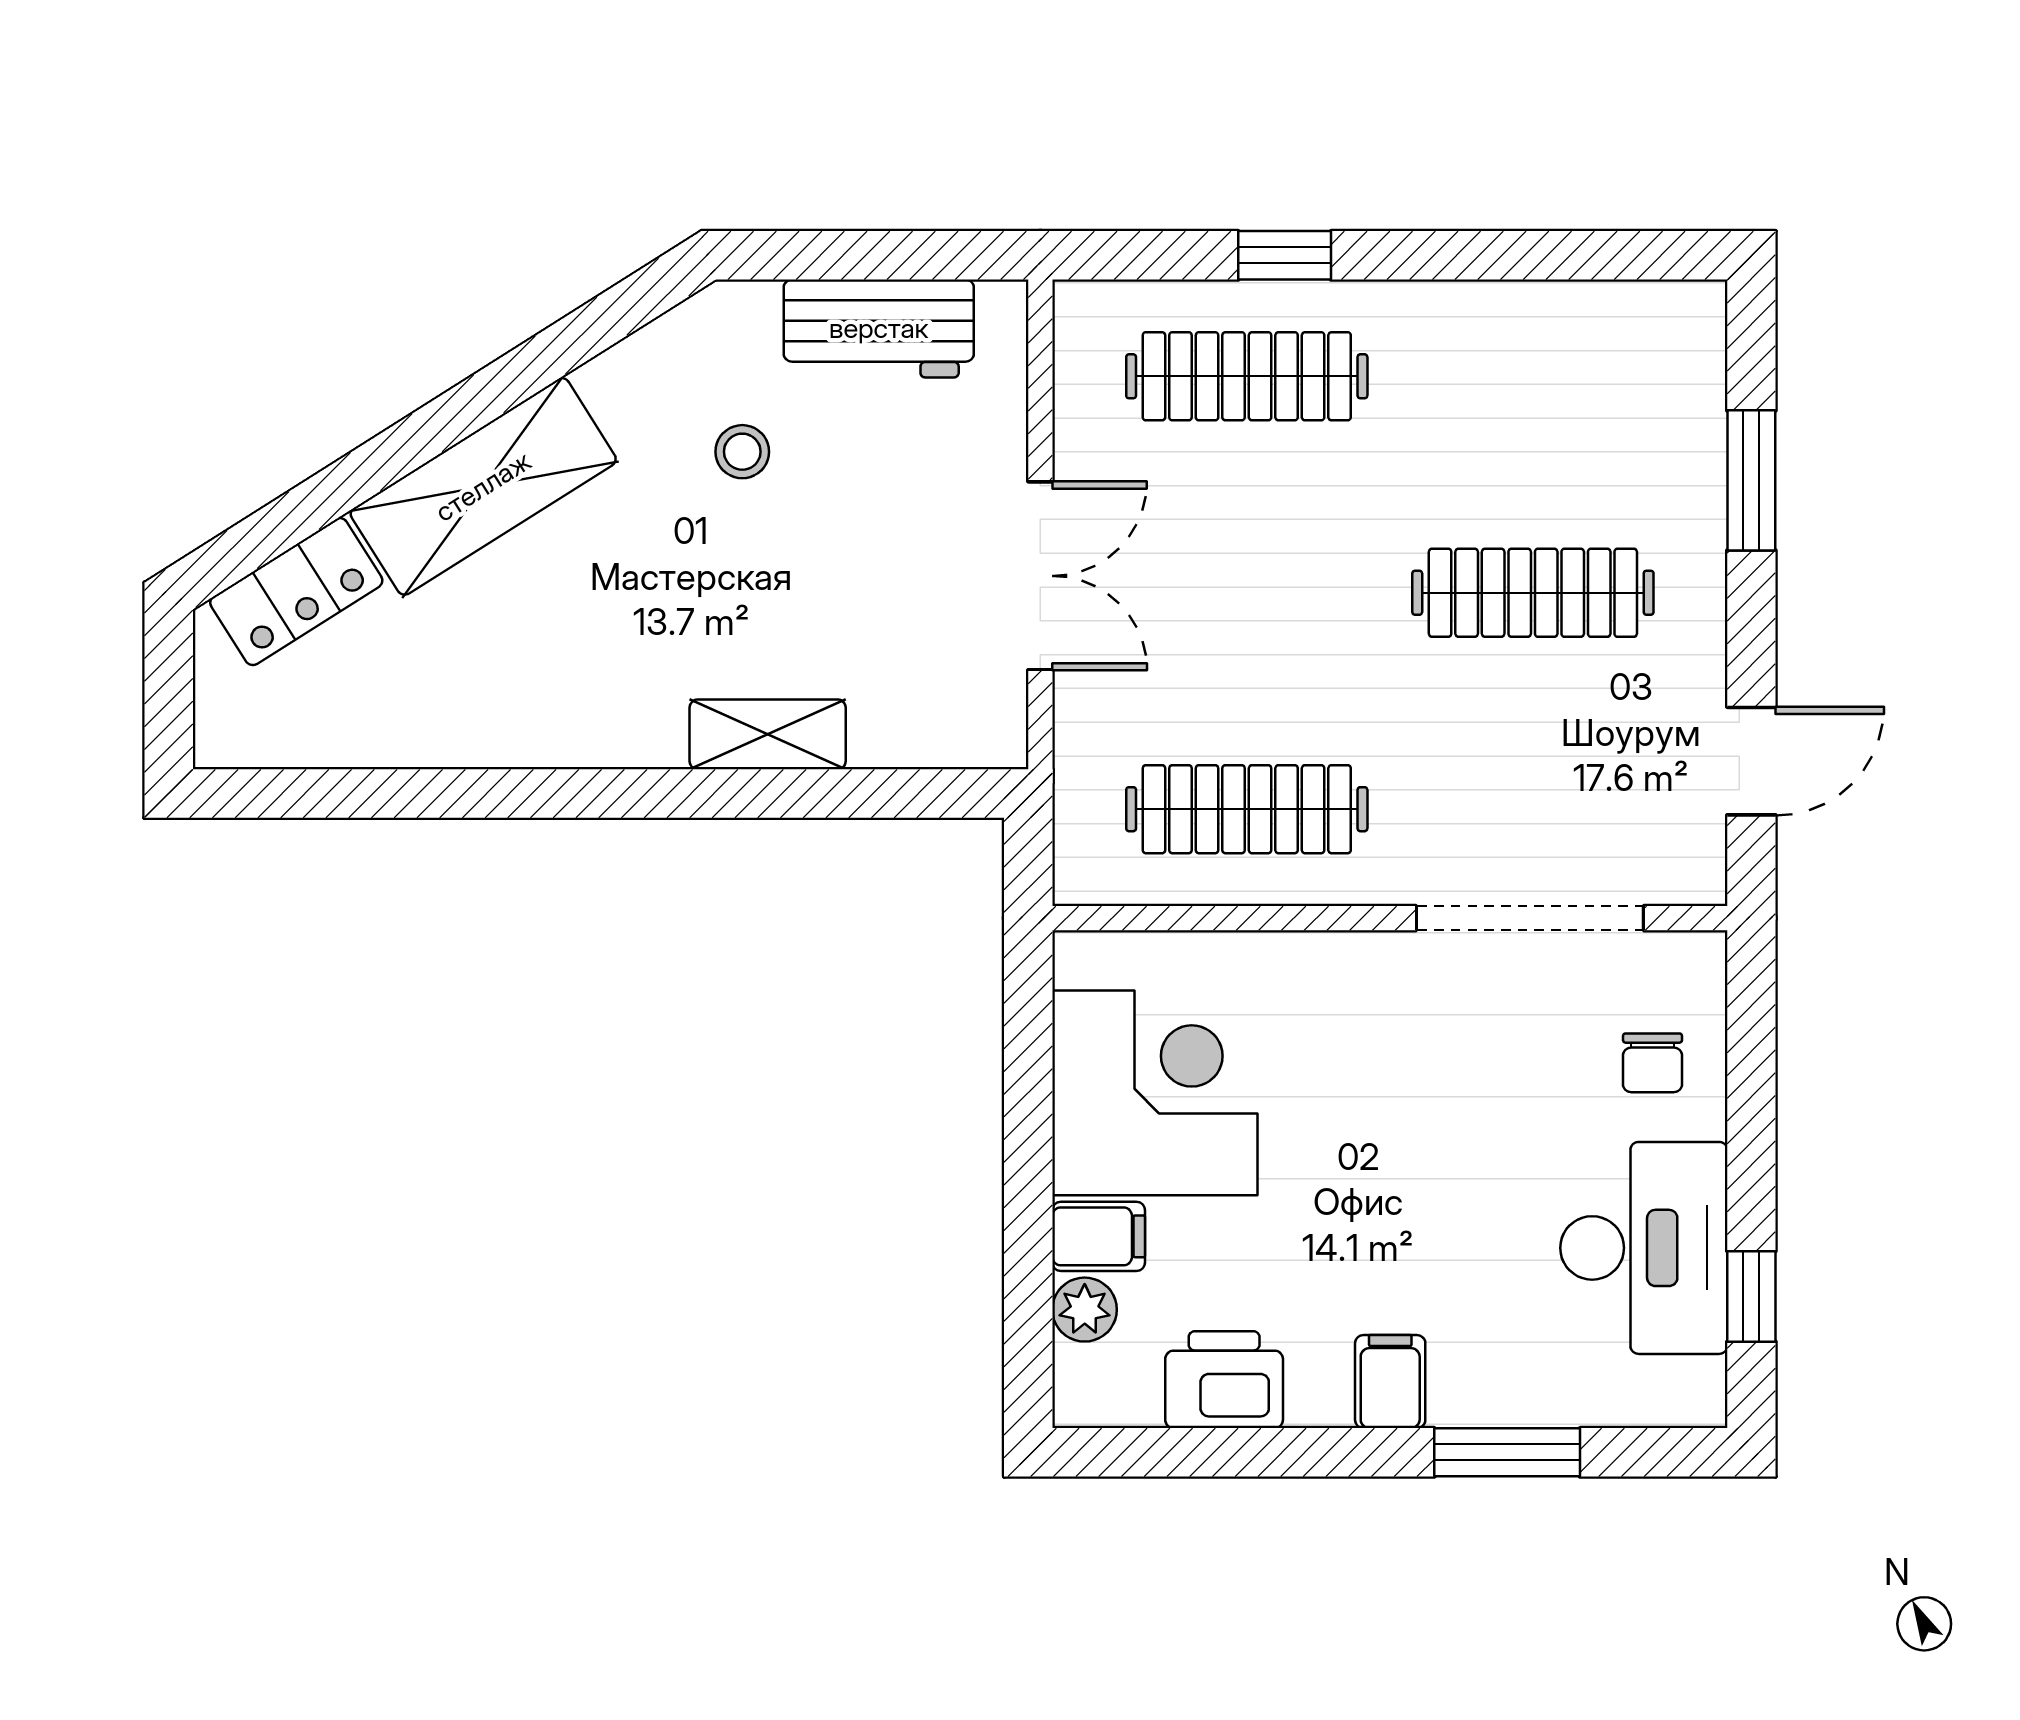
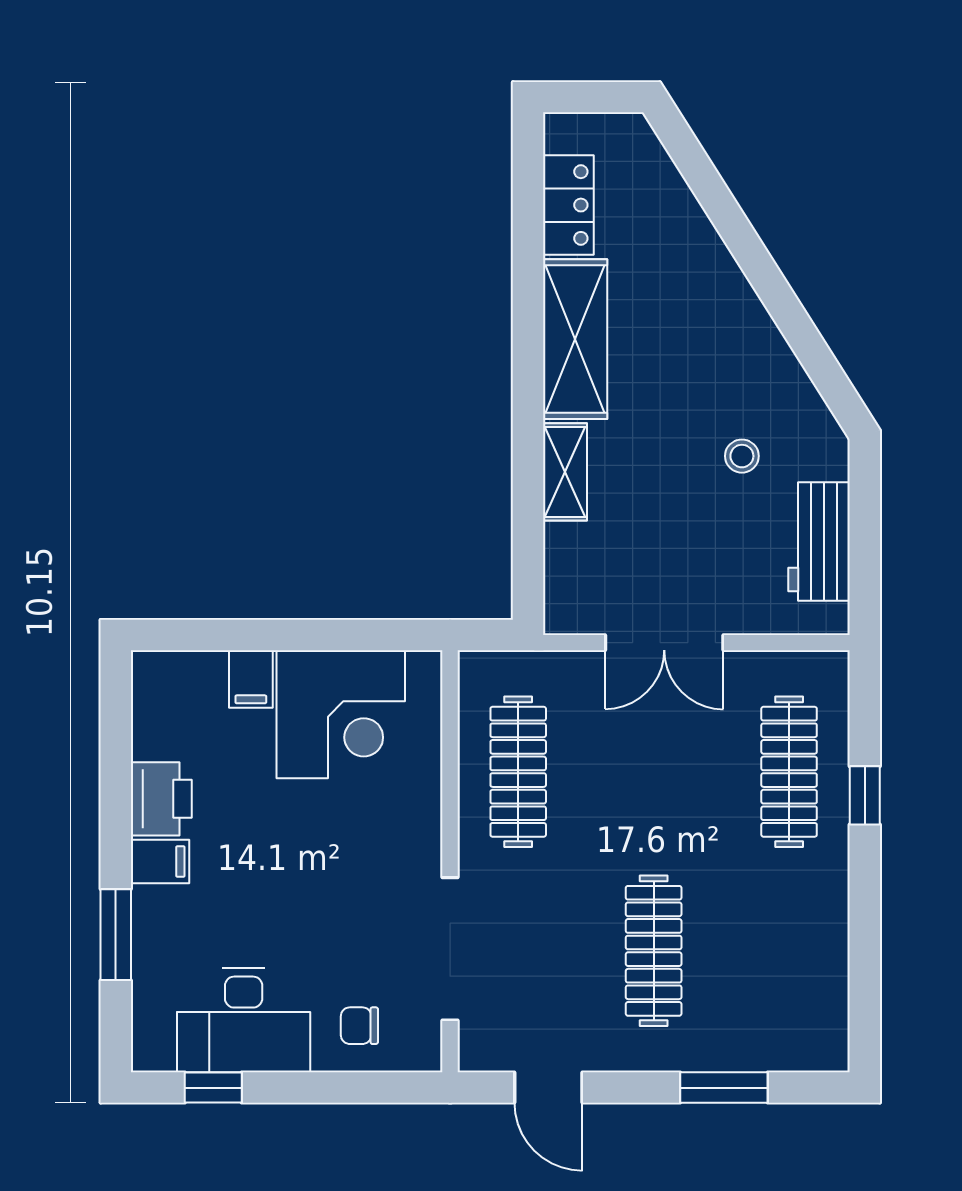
shelving: (483, 486) -> (575, 339), moved, turned 32
locker: (296, 592) -> (568, 205), moved, turned -148
plant: (1085, 1310) -> (205, 670), removed
printer: (1224, 1380) -> (161, 799), moved

